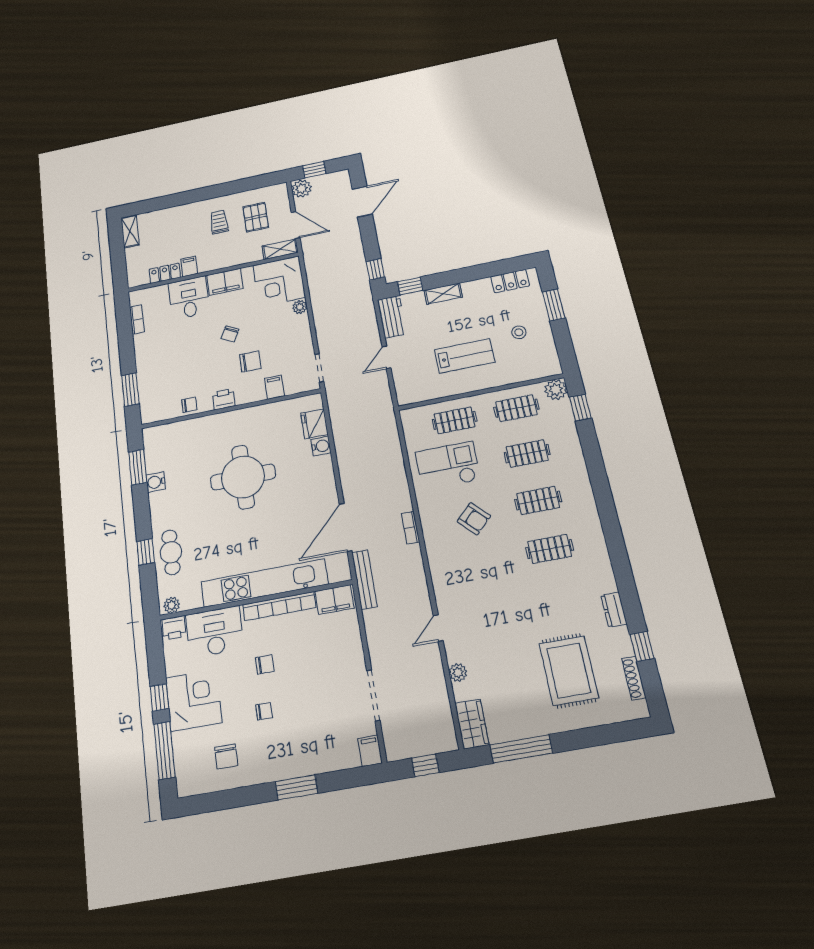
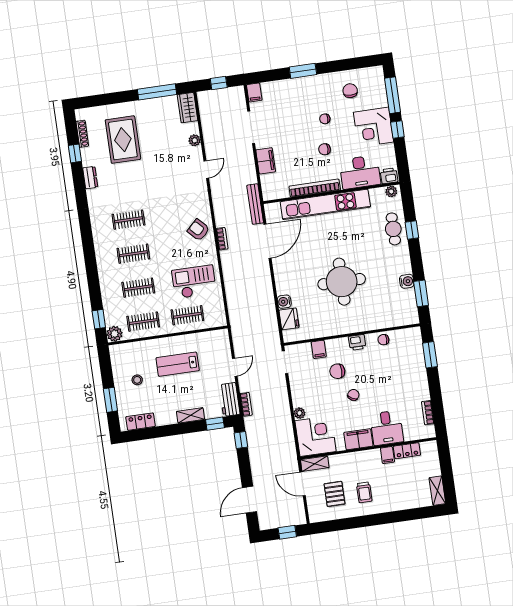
plant: (302, 189) -> (298, 516), removed
bookcase: (370, 313) -> (246, 404), added
checkout: (448, 466) -> (194, 282), turned 180
armchair: (474, 519) -> (198, 230), moved
filing cabinet: (334, 600) -> (266, 161), moved, turned 90

